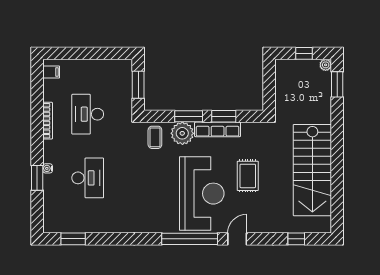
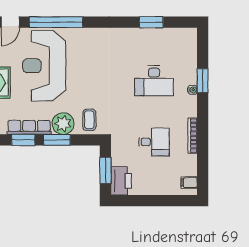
printer: (122, 74) -> (121, 181), added
desk: (88, 114) -> (154, 142), width x0.73
desk: (88, 178) -> (154, 81), turned -90
window: (73, 239) -> (151, 22), moved

